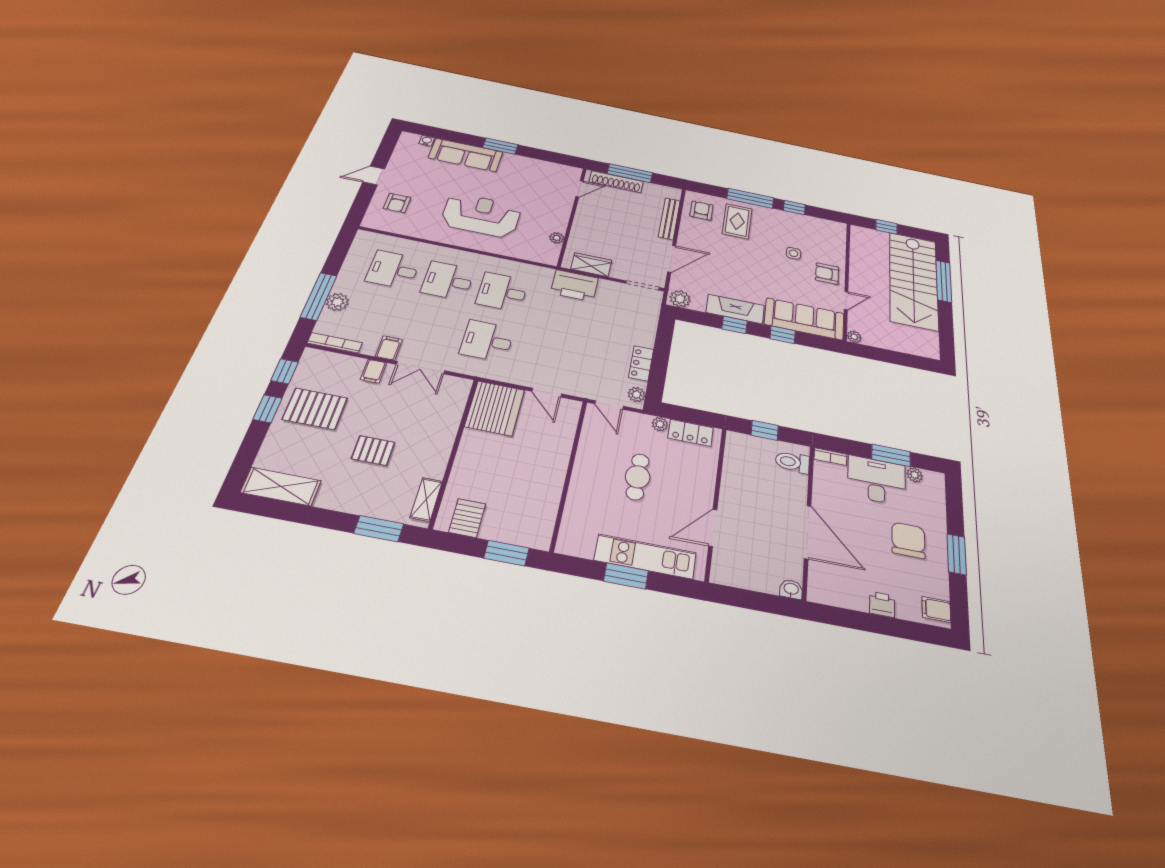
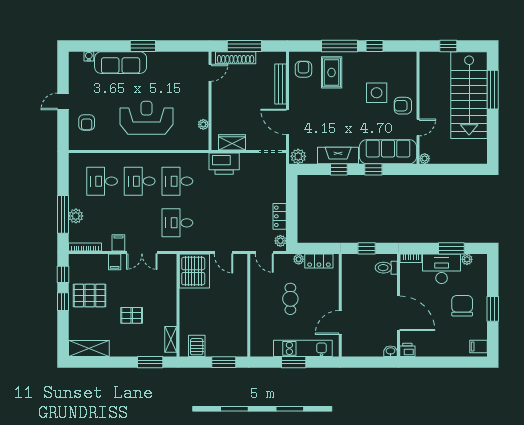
side table: (794, 253) -> (377, 93), width x1.87, depth x1.87
door: (672, 259) -> (288, 122), swing flipped
printer: (882, 604) -> (407, 350), moved

